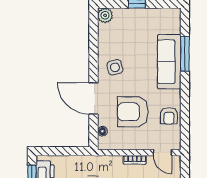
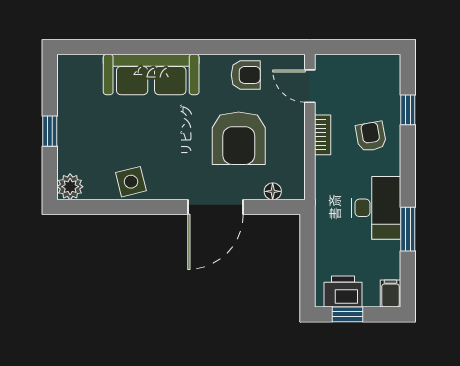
window: (185, 54) -> (137, 47), removed
side table: (115, 67) -> (131, 182), moved
door: (162, 153) -> (310, 86), swing flipped

